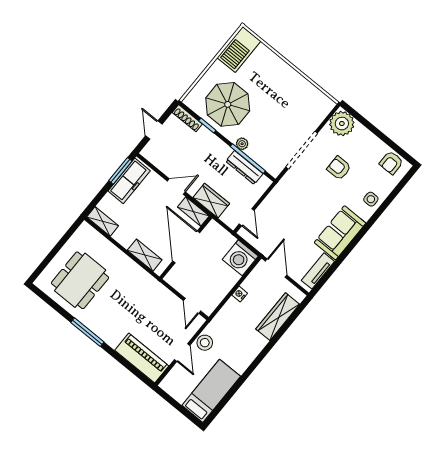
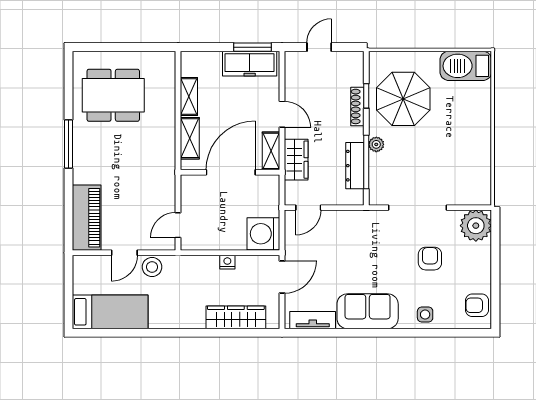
shoe rack: (187, 118) -> (357, 106), moved
shelving: (103, 221) -> (189, 97), moved

